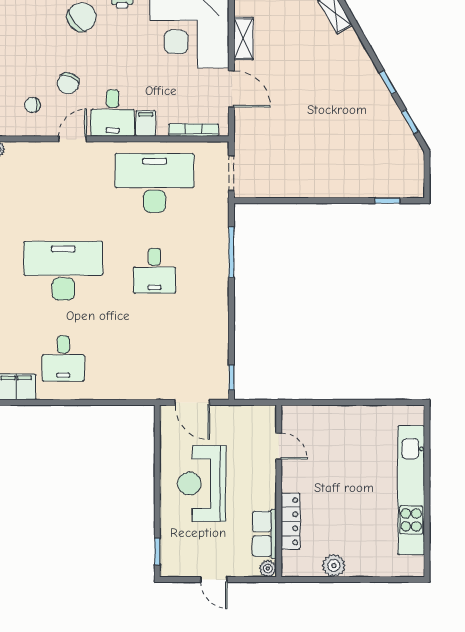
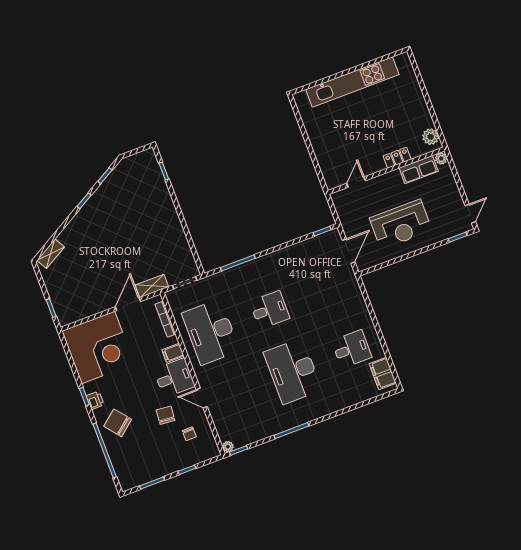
shelving: (243, 39) -> (152, 286), moved
chair: (68, 83) -> (166, 415), turned -109
locker: (291, 521) -> (397, 158), width x0.66
plant: (334, 565) -> (431, 137), moved
door: (214, 579) -> (470, 214), moved

